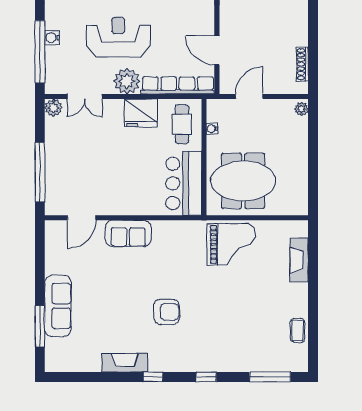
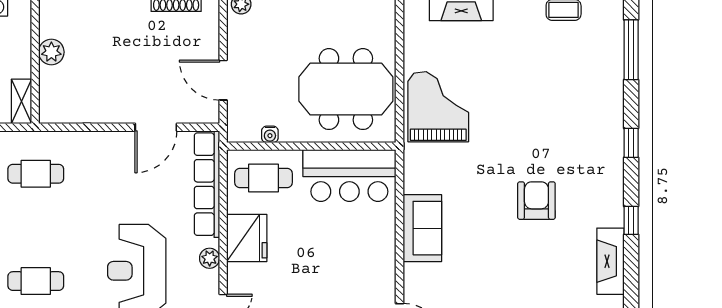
plant: (127, 81) -> (210, 258), width x0.53, depth x0.53
meeting table: (243, 181) -> (346, 89), turned 90
sofa: (128, 233) -> (422, 228), moved

